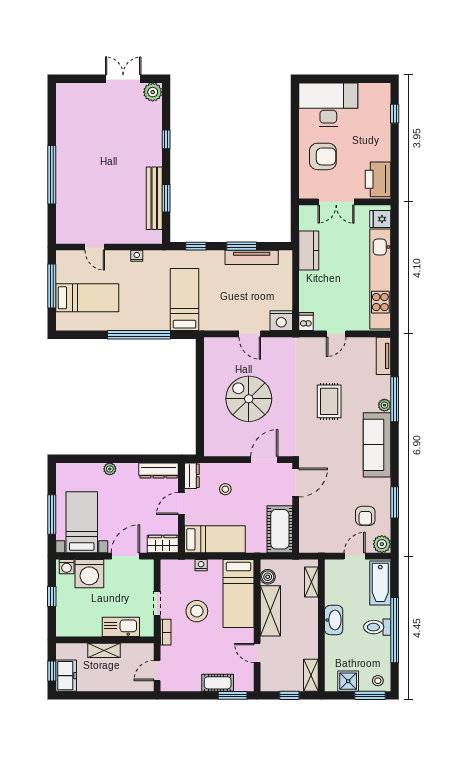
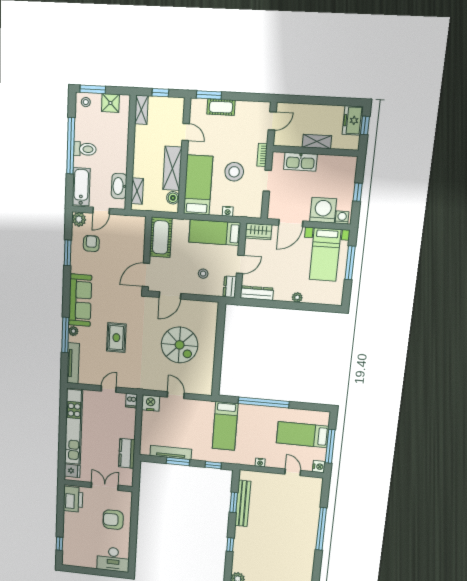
desk: (328, 105) -> (113, 559), width x0.73, depth x0.77
nightstand: (63, 258) -> (319, 467), added
tv unit: (384, 356) -> (73, 363), width x1.41
washbasin: (334, 620) -> (119, 186), moved

